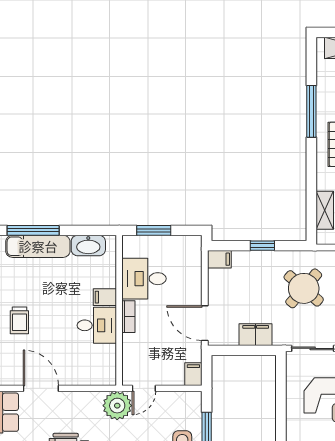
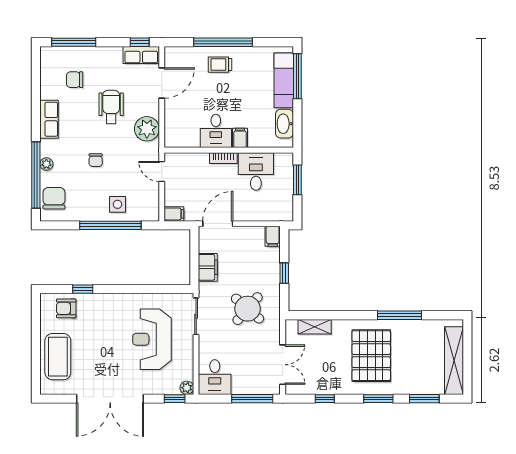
plant: (117, 406) -> (147, 129), moved

